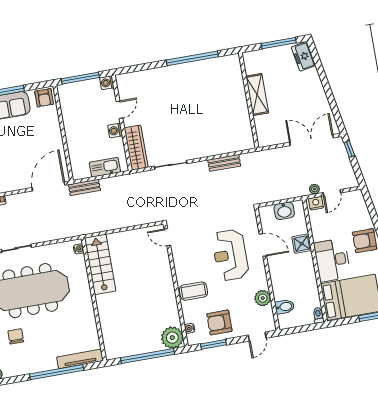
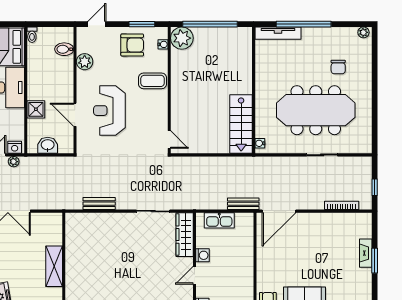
reception desk: (230, 255) -> (109, 111), turned 180

